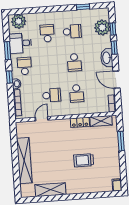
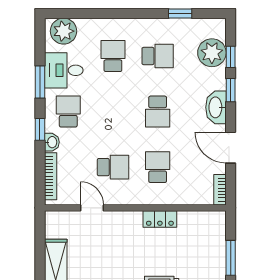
school desk: (77, 93) -> (158, 167), turned 180
door: (42, 119) -> (92, 208), hinge flipped
shelving: (101, 121) -> (198, 219), removed

